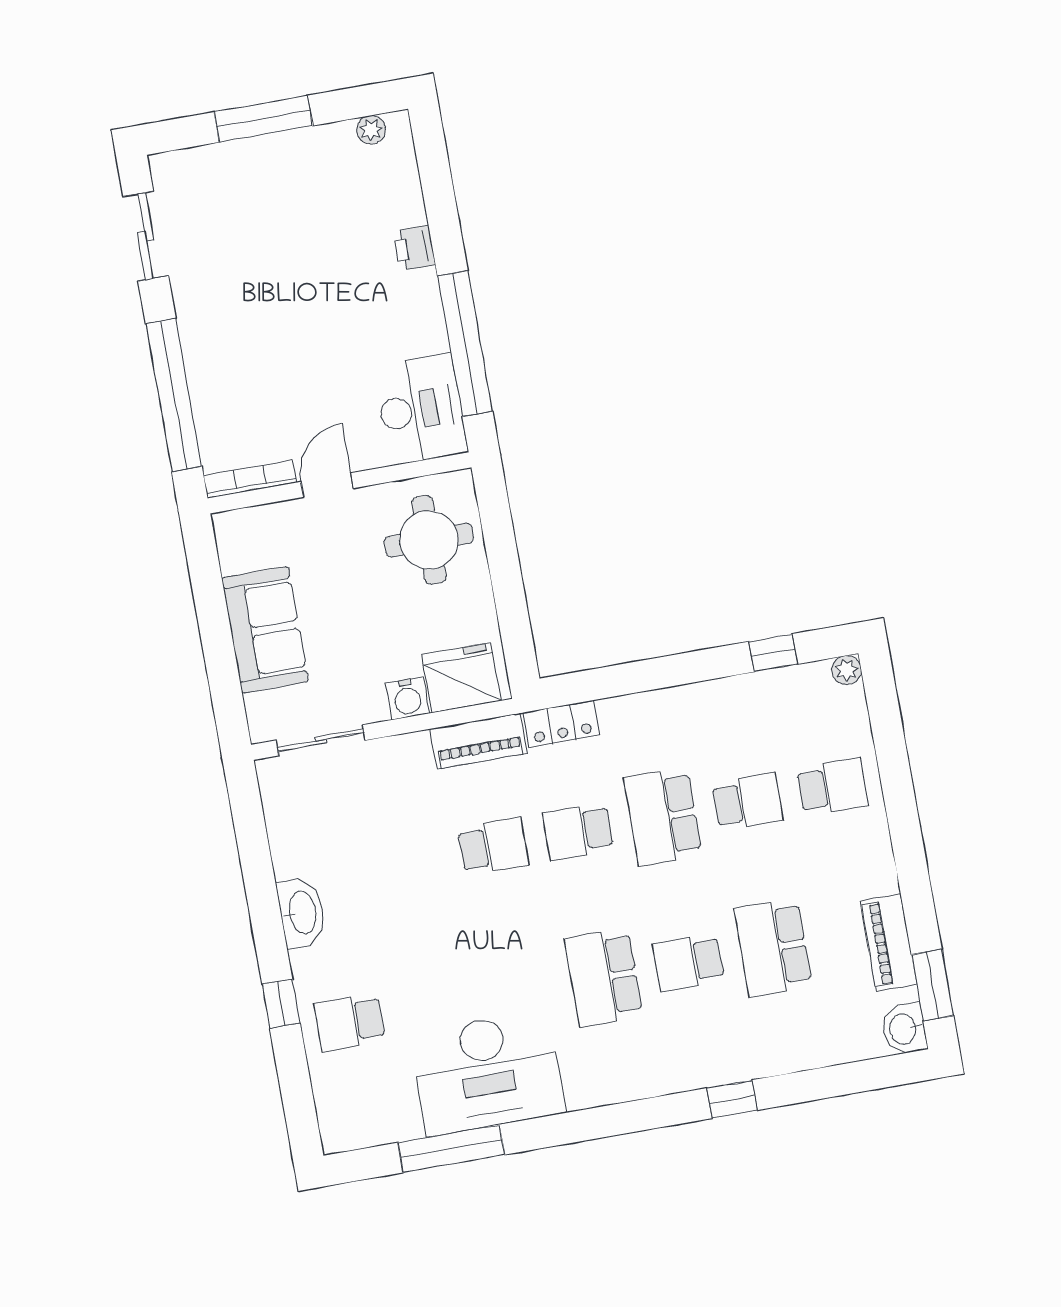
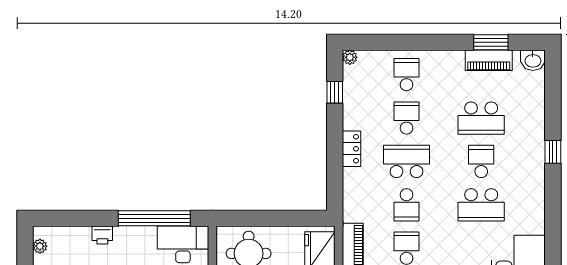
locker: (561, 724) -> (352, 149), moved
school desk: (663, 817) -> (407, 161), turned 180
school desk: (689, 962) -> (481, 161), turned 180
window: (932, 985) -> (491, 42), moved

